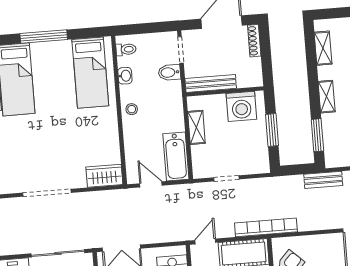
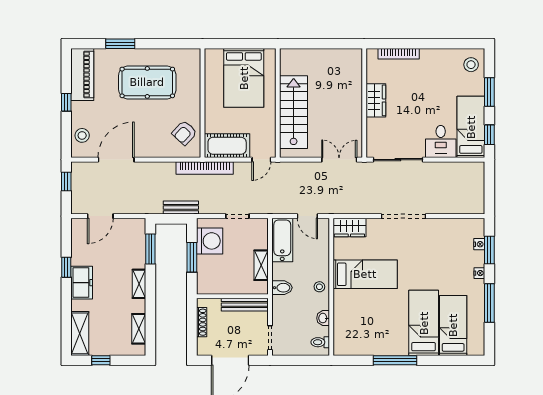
shoe rack: (254, 41) -> (202, 322), moved
bidet: (169, 72) -> (282, 288), moved
bed: (90, 73) -> (365, 274), moved, turned 90
washing machine: (241, 106) -> (210, 241), moved, turned 90
bench: (323, 180) -> (181, 208), moved

